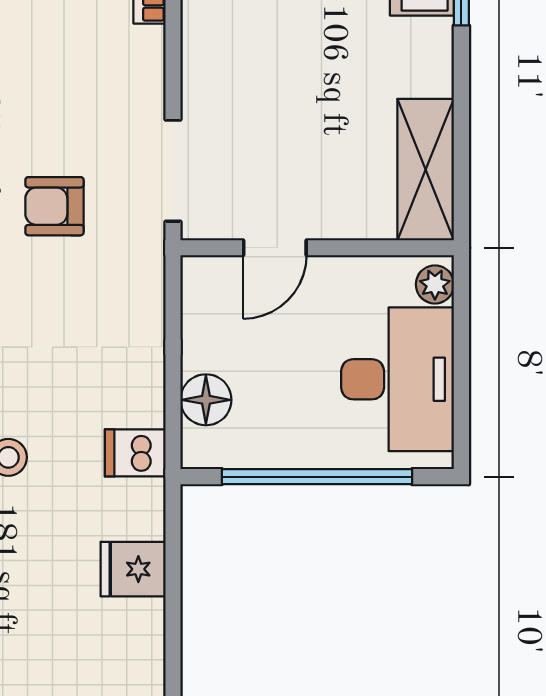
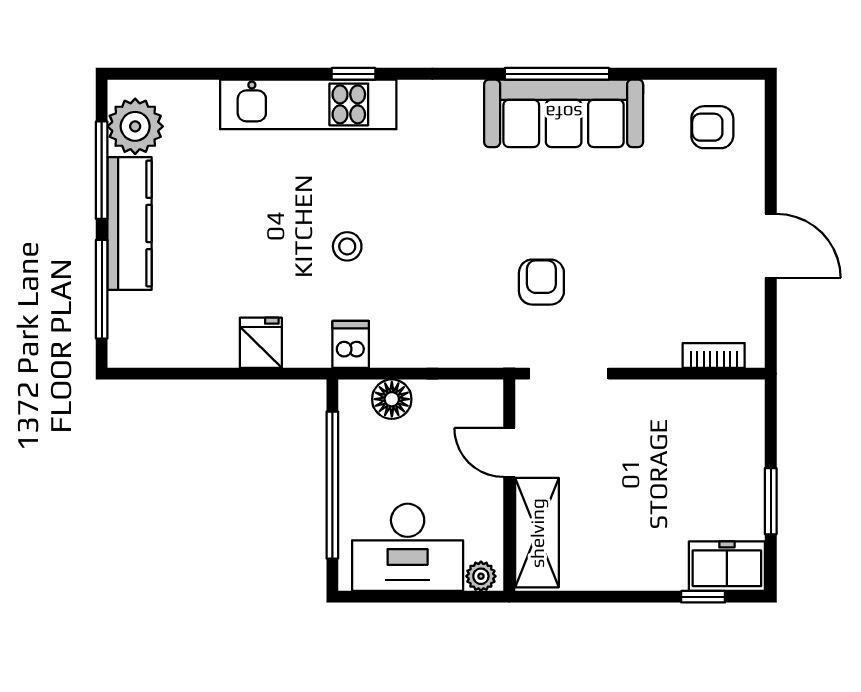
shelving: (426, 170) -> (537, 533), moved, turned 90

